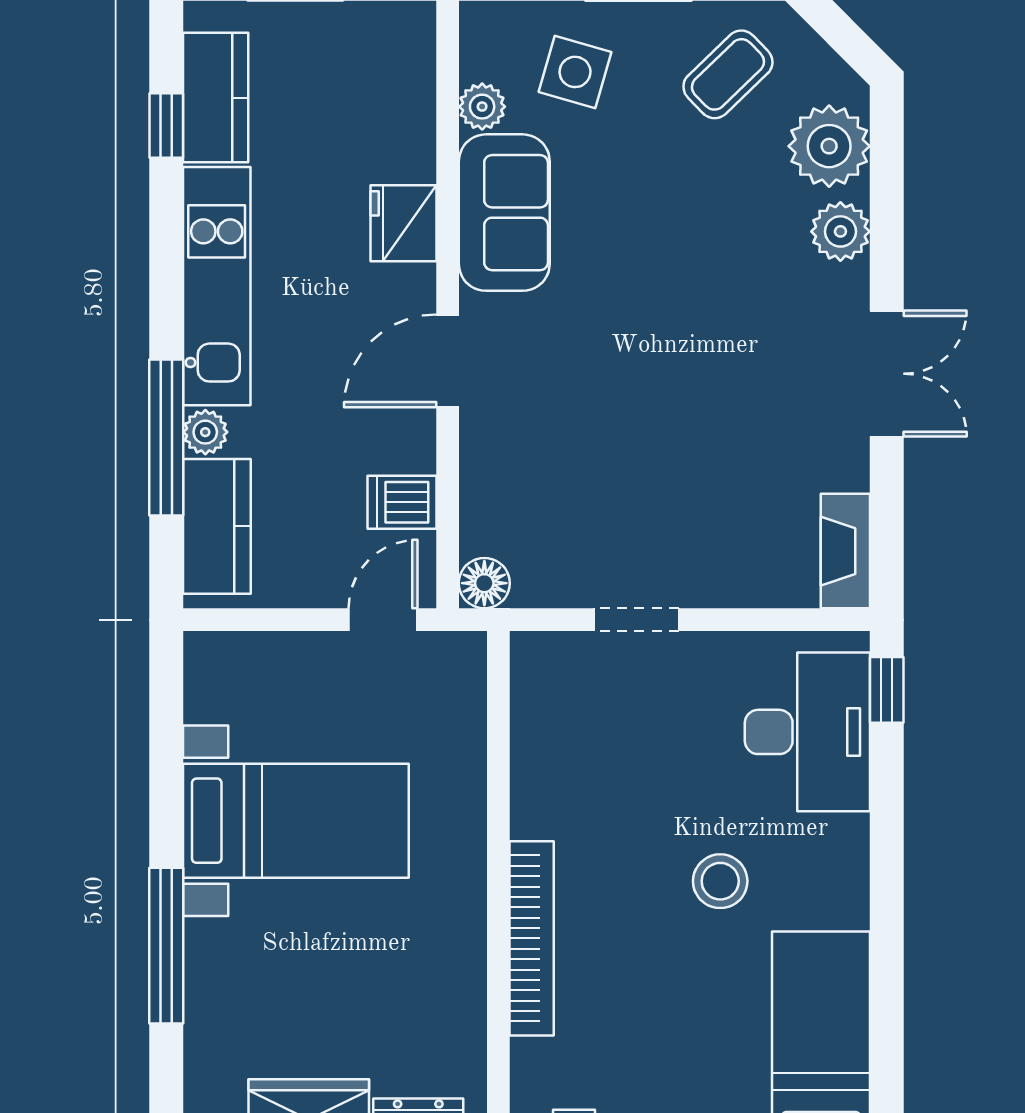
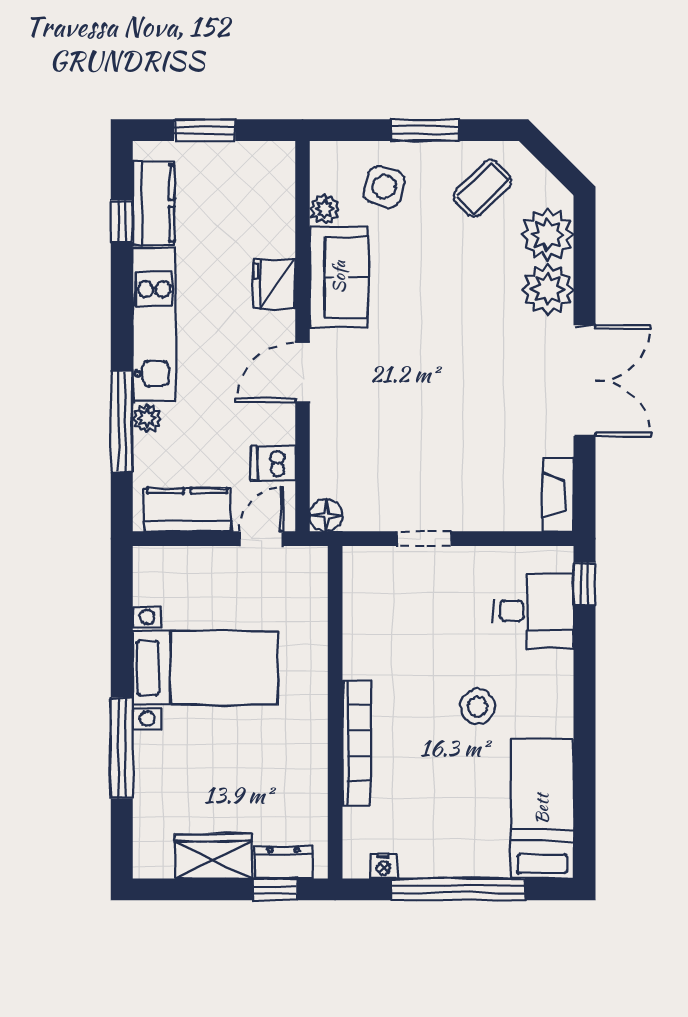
plant: (840, 231) -> (548, 289), width x1.36, depth x1.36
double door: (887, 374) -> (585, 381), width x1.37
kitchen counter: (217, 526) -> (187, 510), moved, turned -90
desk: (807, 732) -> (534, 611), width x0.73

